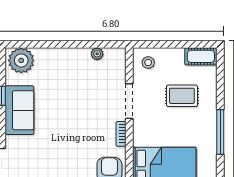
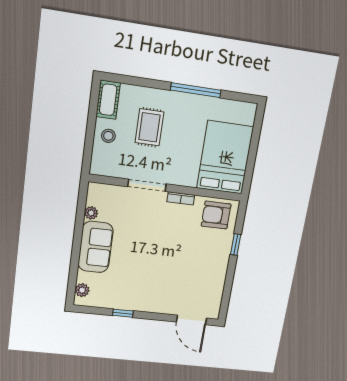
plant: (21, 60) -> (82, 290), width x0.53, depth x0.53
stool: (148, 63) -> (108, 136), moved
sofa: (19, 110) -> (96, 247), moved, turned 90

